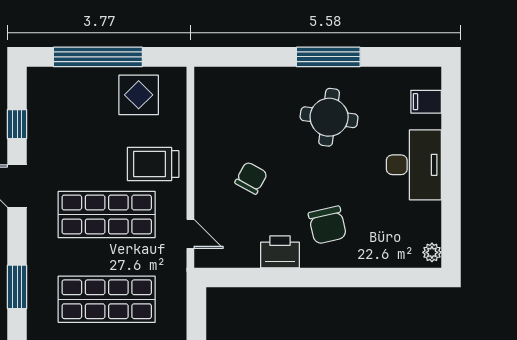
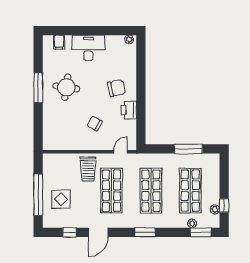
display table: (139, 95) -> (61, 199), moved

